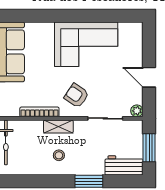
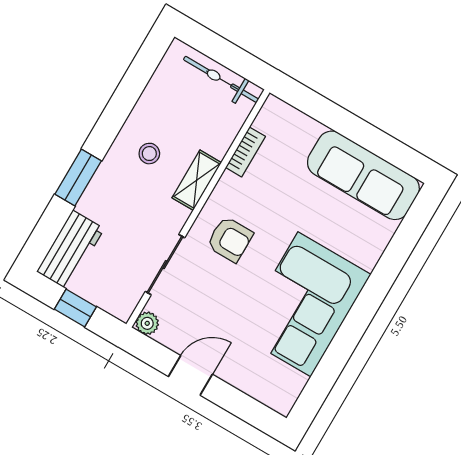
armchair: (76, 96) -> (230, 239), turned 56
bookcase: (39, 112) -> (245, 152), width x0.64
window: (149, 148) -> (75, 308), width x0.67

